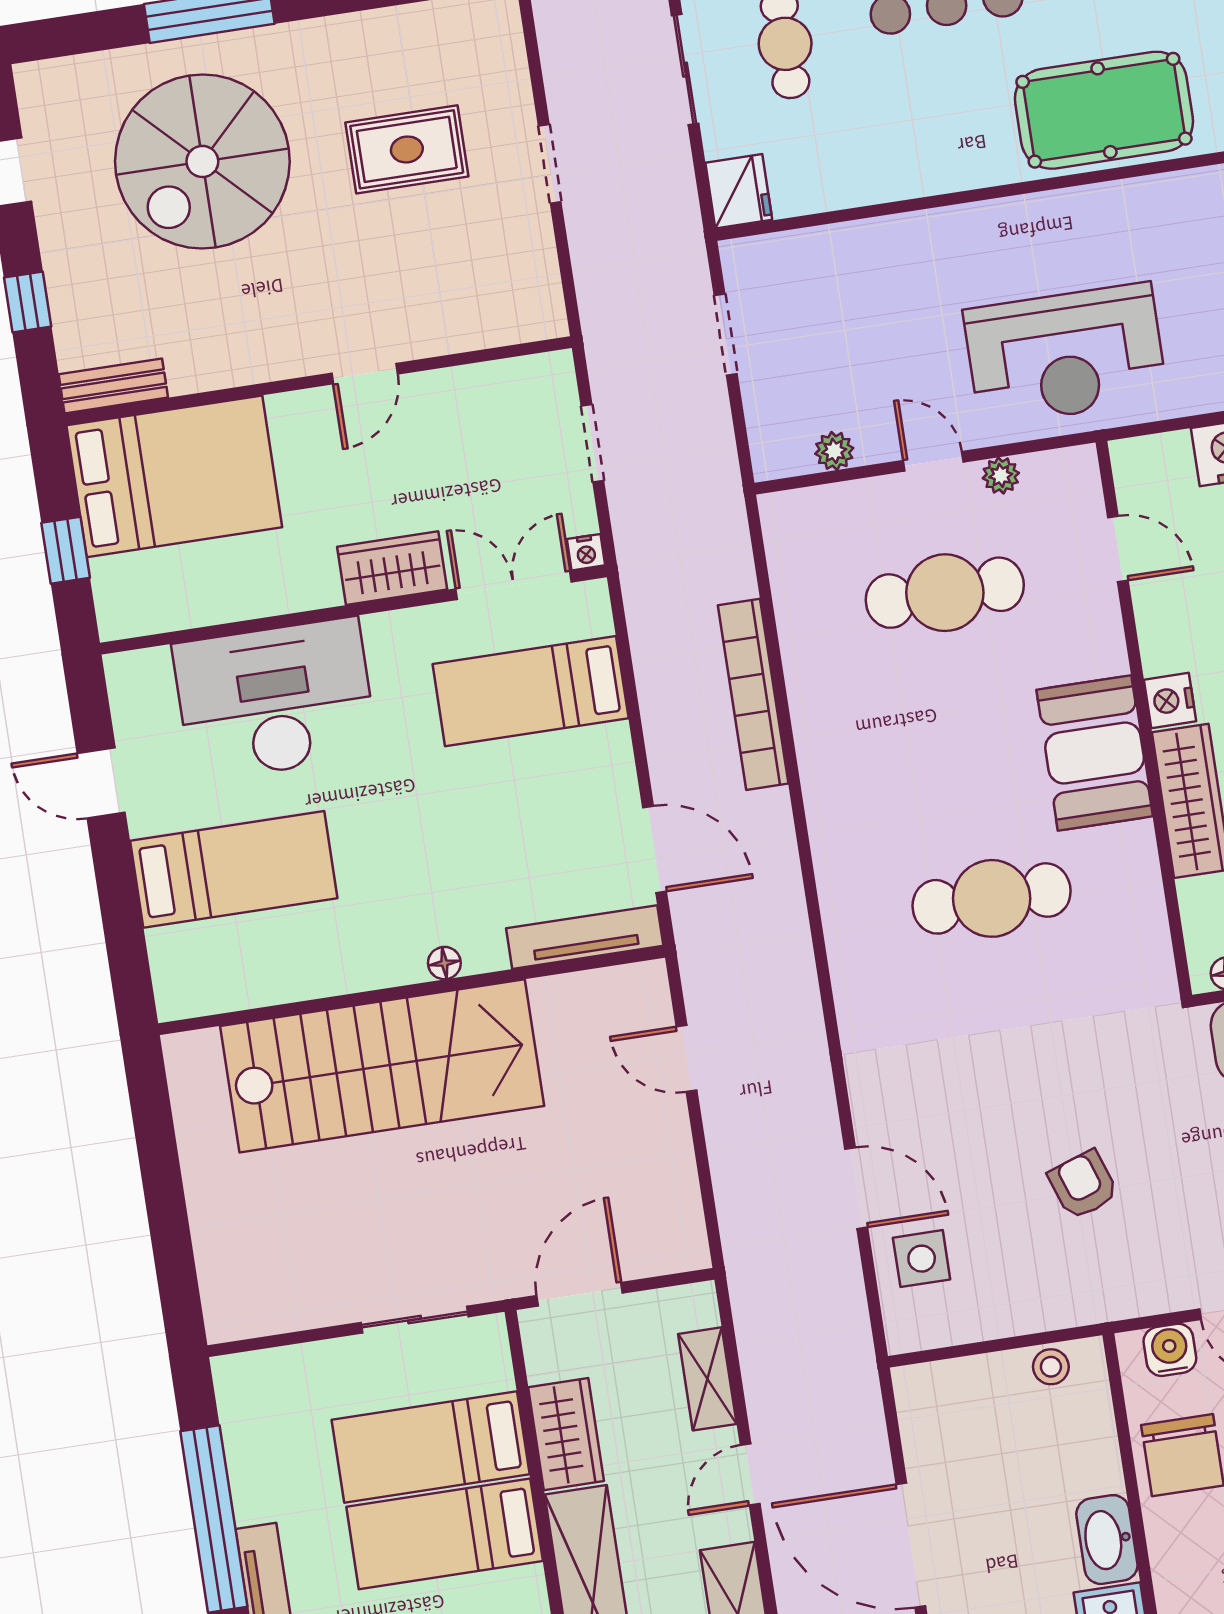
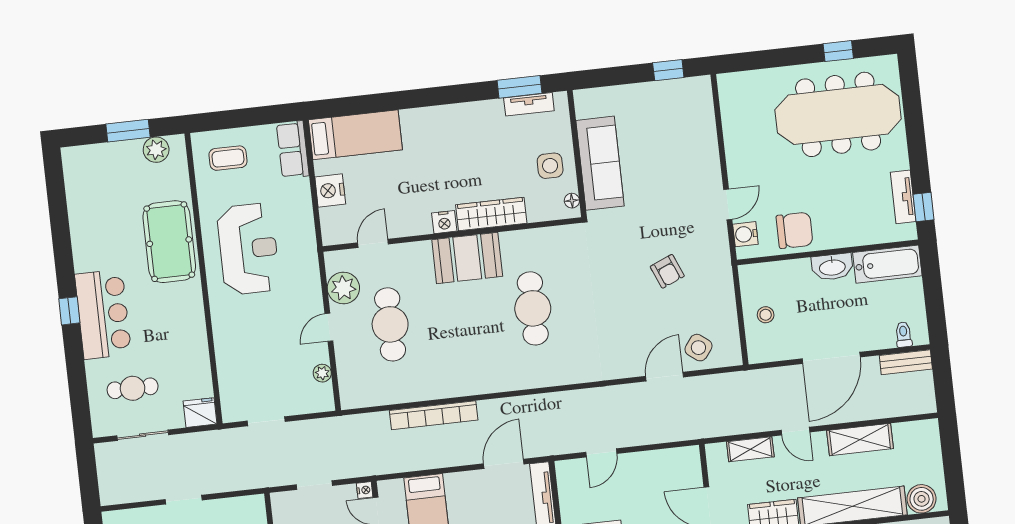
reception desk: (1065, 355) -> (248, 249), moved
plant: (1001, 476) -> (343, 288), width x1.88, depth x1.88
armchair: (1083, 1185) -> (667, 271), turned -94
side table: (922, 1259) -> (698, 348), turned 37
stool: (1051, 1367) -> (766, 315), moved

